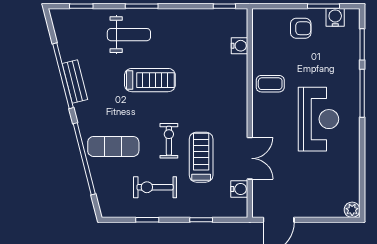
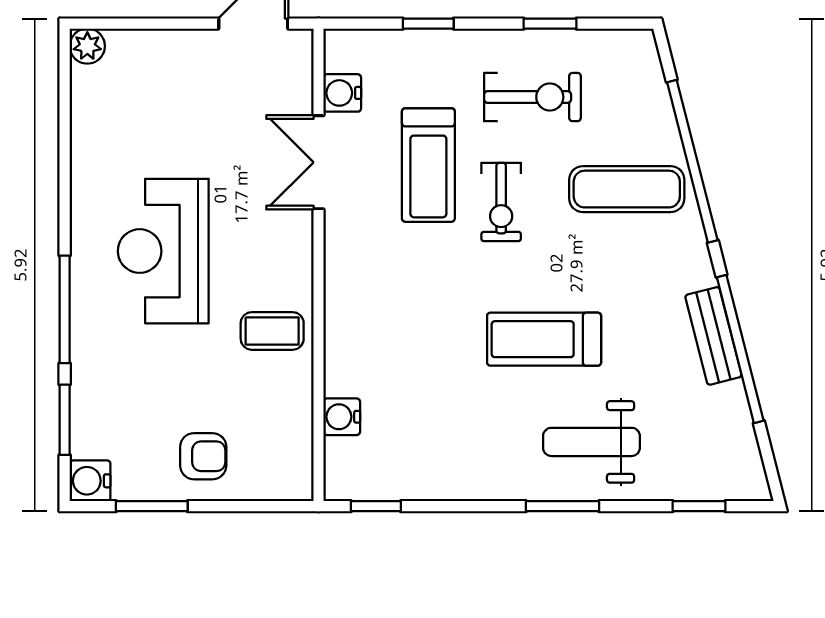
water cooler: (335, 17) -> (90, 481), moved, turned 90
armchair: (301, 28) -> (203, 456), turned 180

